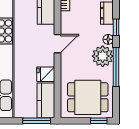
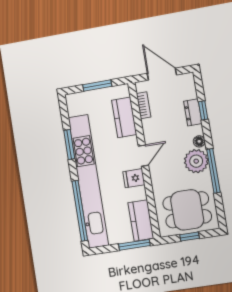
window: (116, 27) -> (203, 110), moved
fridge: (46, 74) -> (134, 178), moved
window: (99, 121) -> (190, 236), moved

